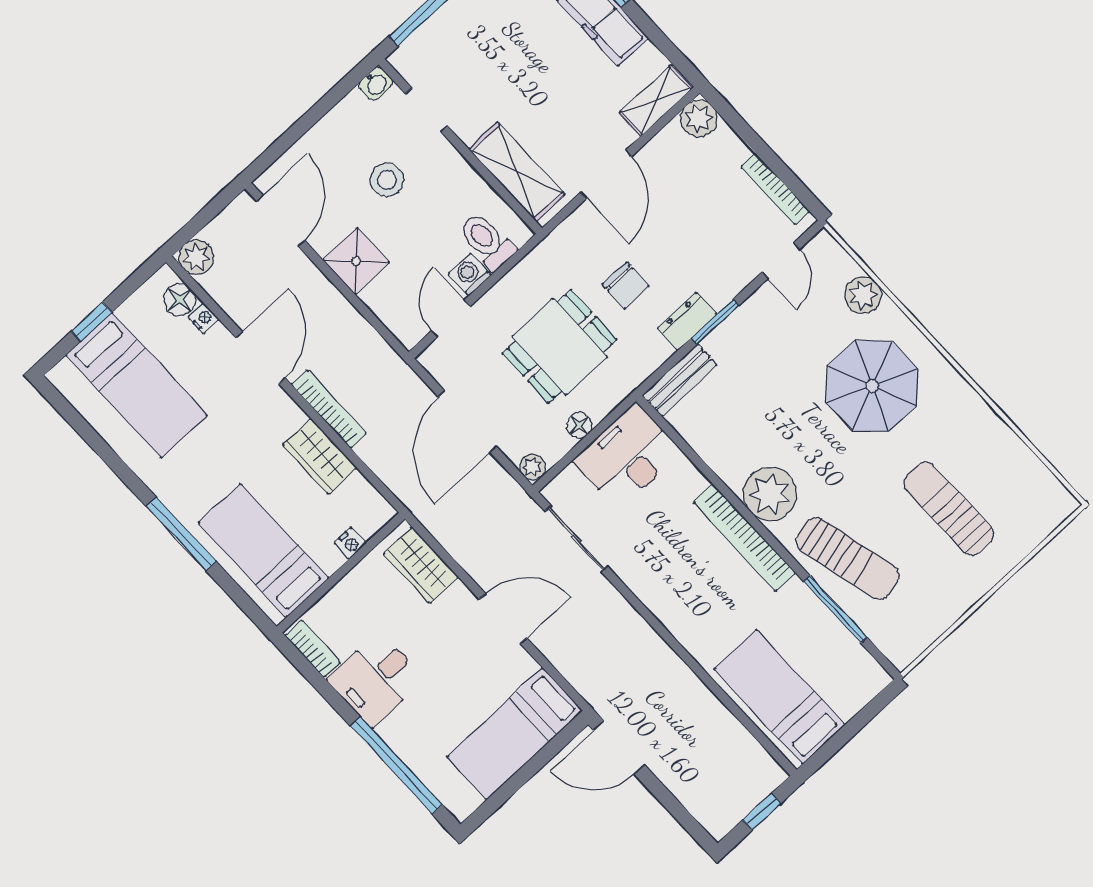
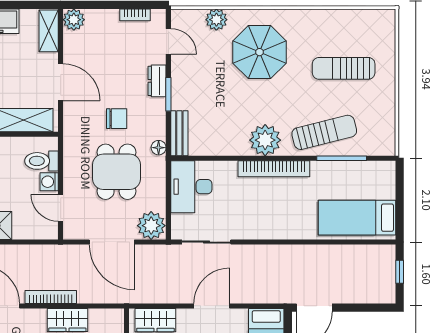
bookcase: (775, 189) -> (135, 15), width x0.64
dresser: (687, 321) -> (157, 81), moved
floor lamp: (579, 425) -> (159, 148), moved
plant: (532, 467) -> (151, 226), width x1.88, depth x1.88

